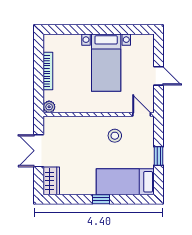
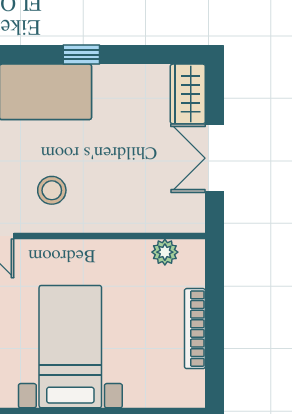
plant: (49, 107) -> (165, 252), moved
double door: (39, 151) -> (215, 158), swing flipped

